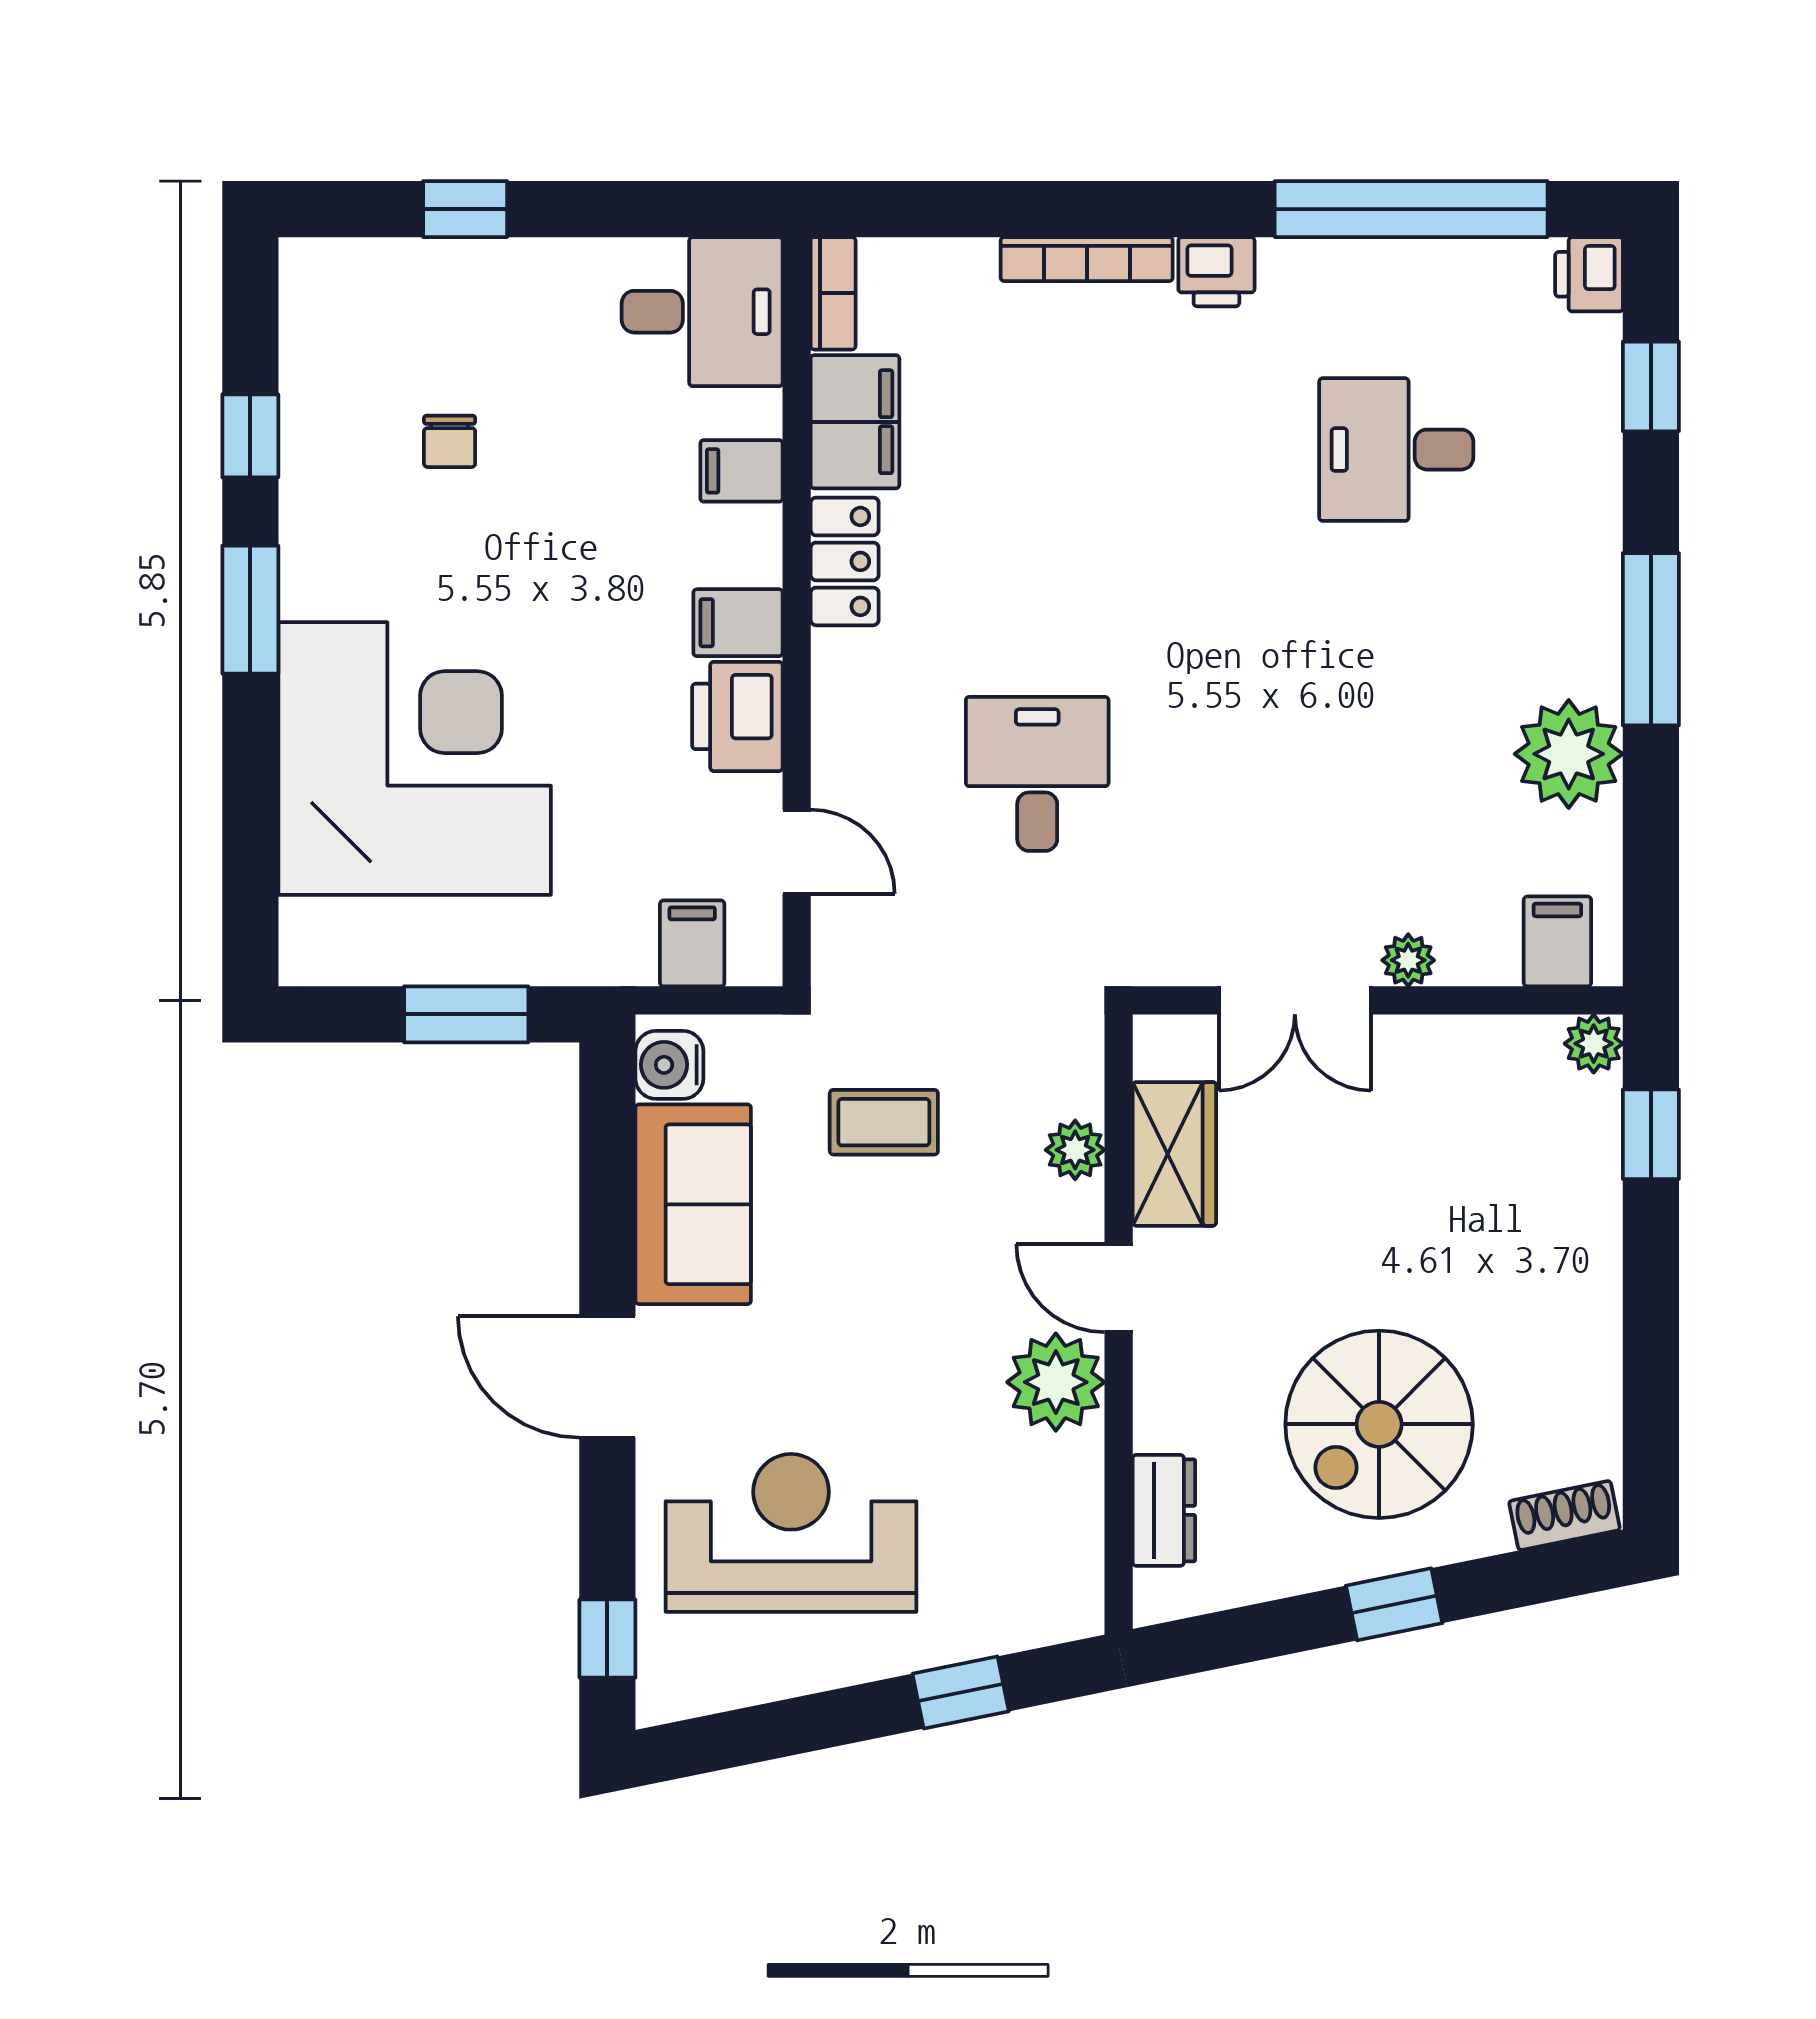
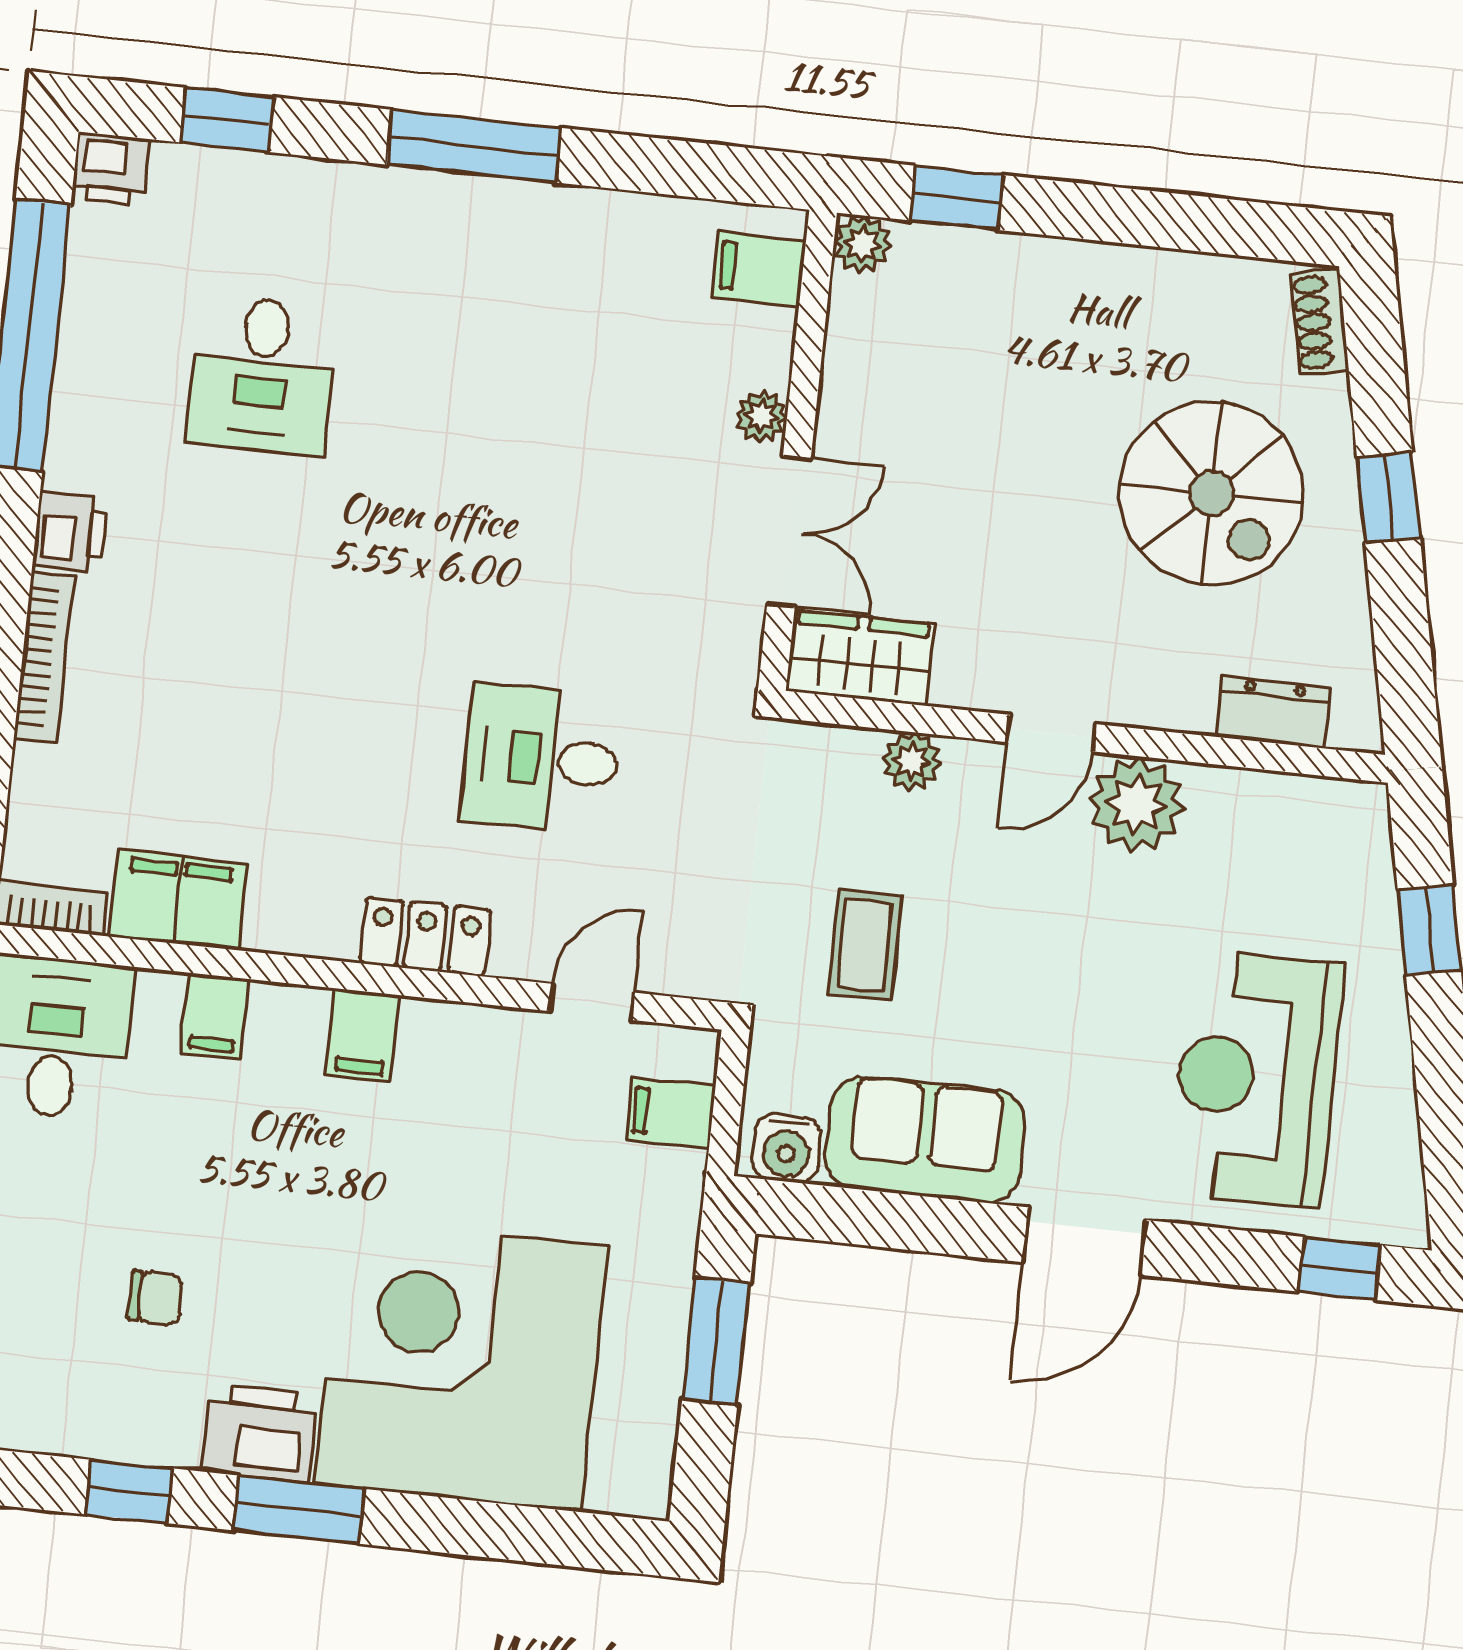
locker: (845, 561) -> (425, 937), moved
printer: (737, 716) -> (260, 1433), moved, turned 180
plant: (1569, 754) -> (577, 238), removed
wardrobe: (1174, 1154) -> (860, 658), moved

